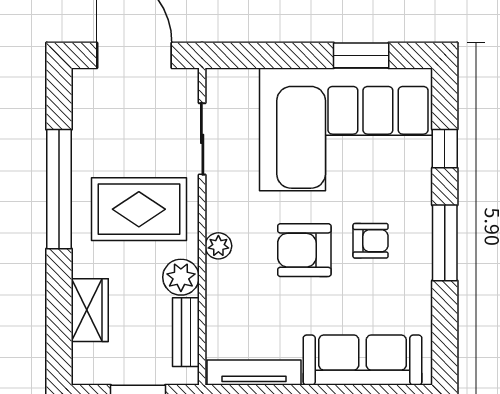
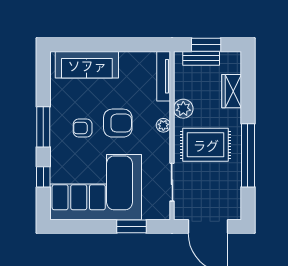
window: (361, 55) -> (132, 226), moved
bench: (186, 332) -> (201, 58), moved, turned 90
tv unit: (254, 372) -> (164, 76), moved, turned 90

